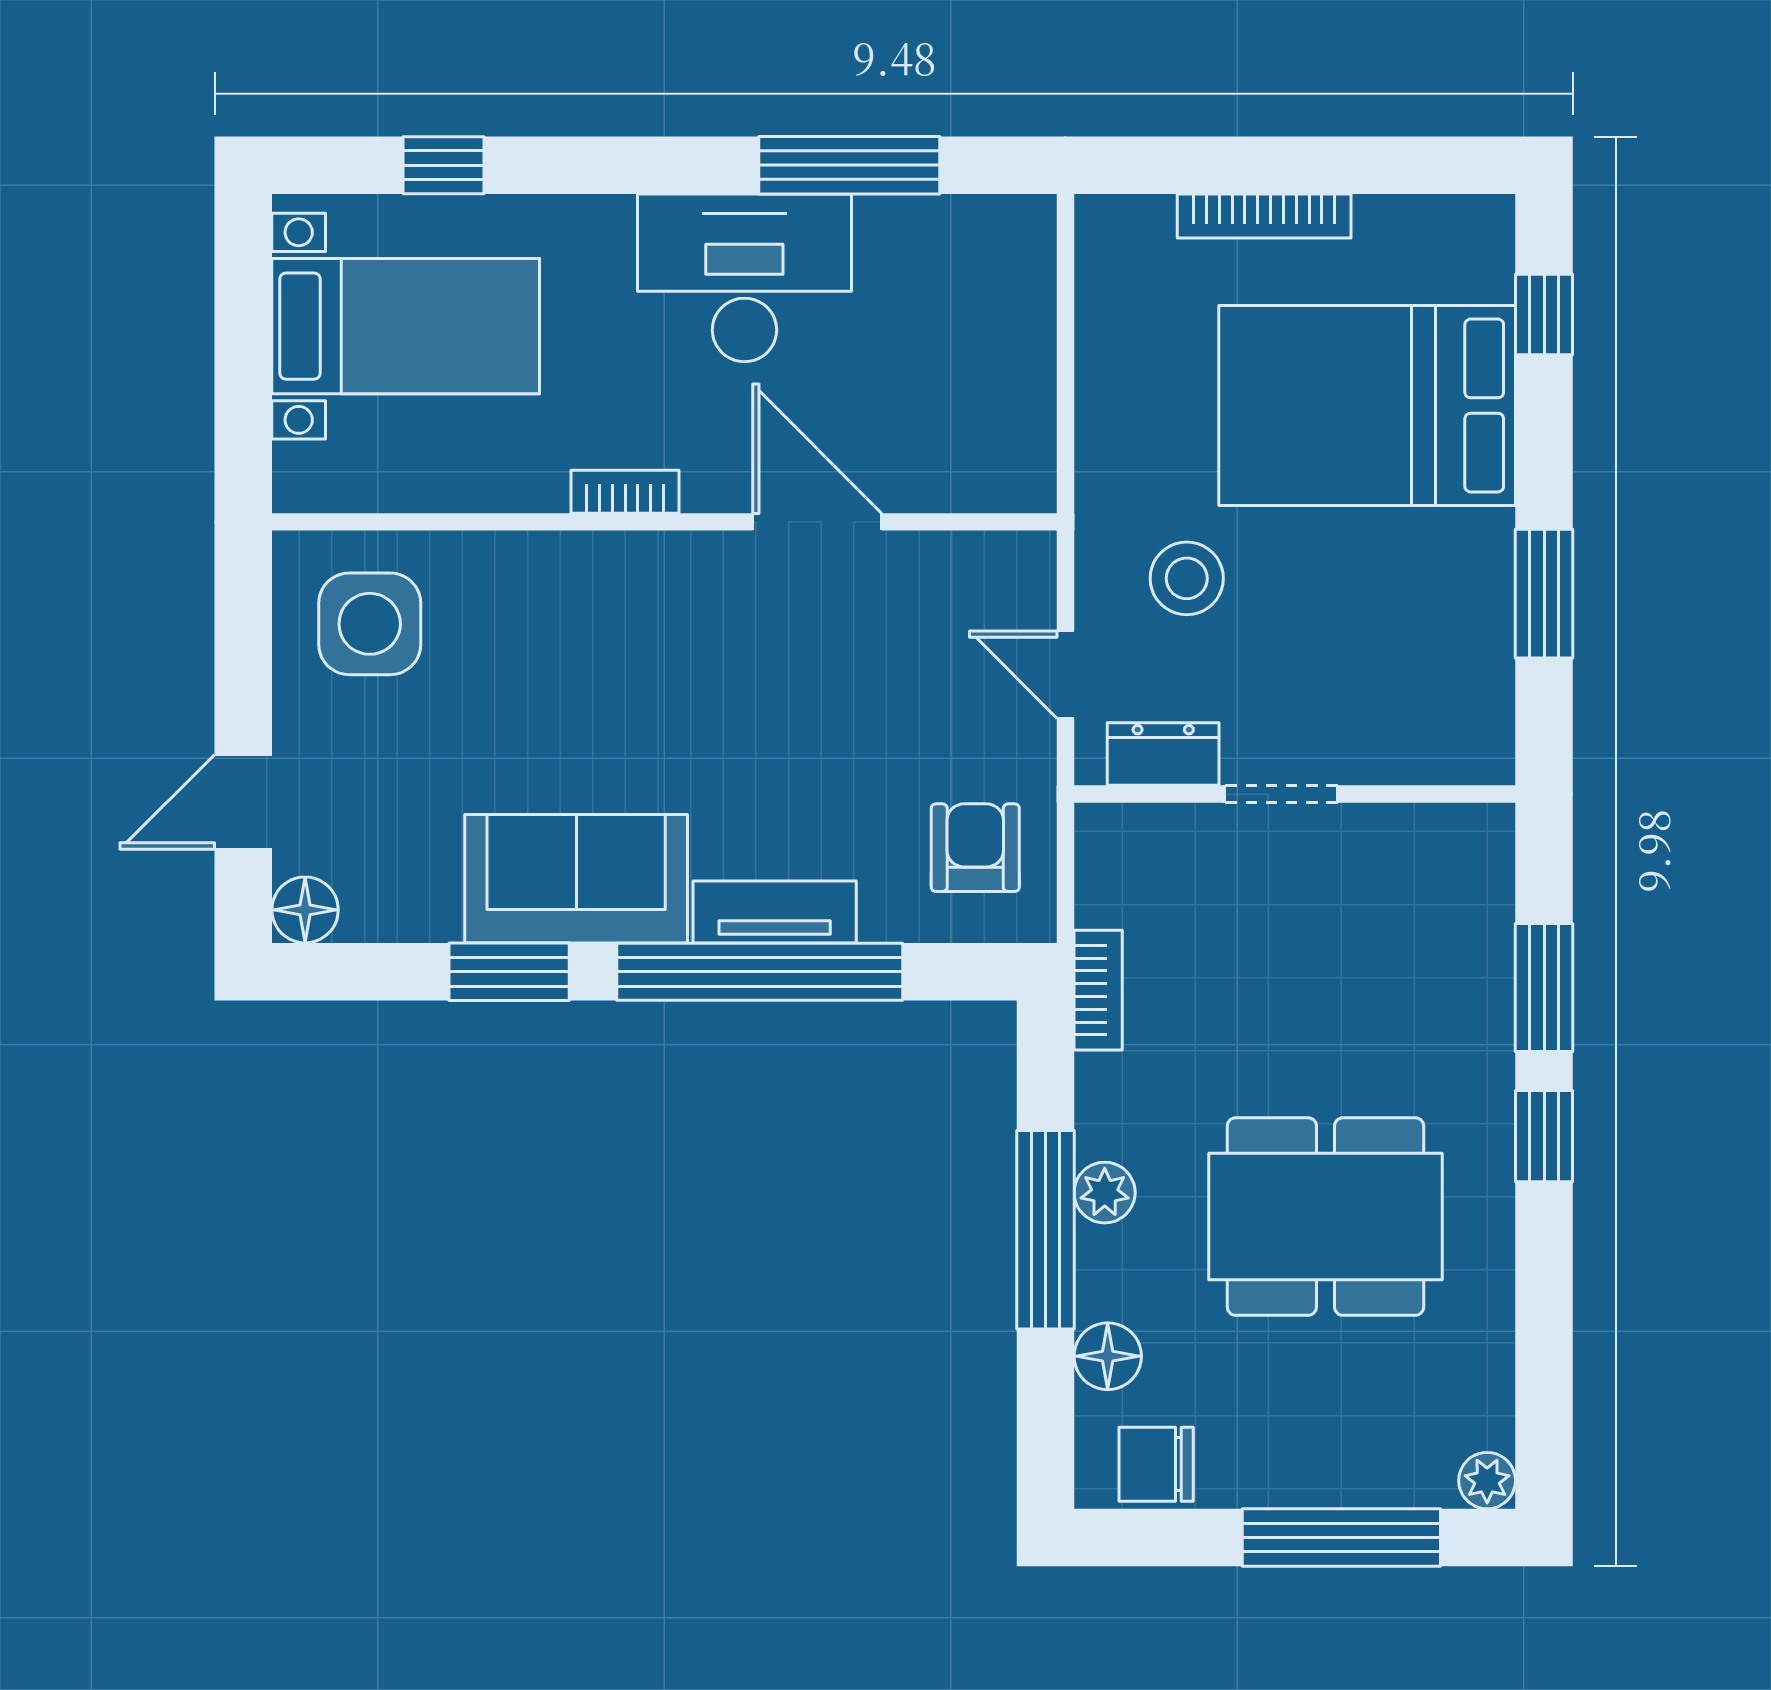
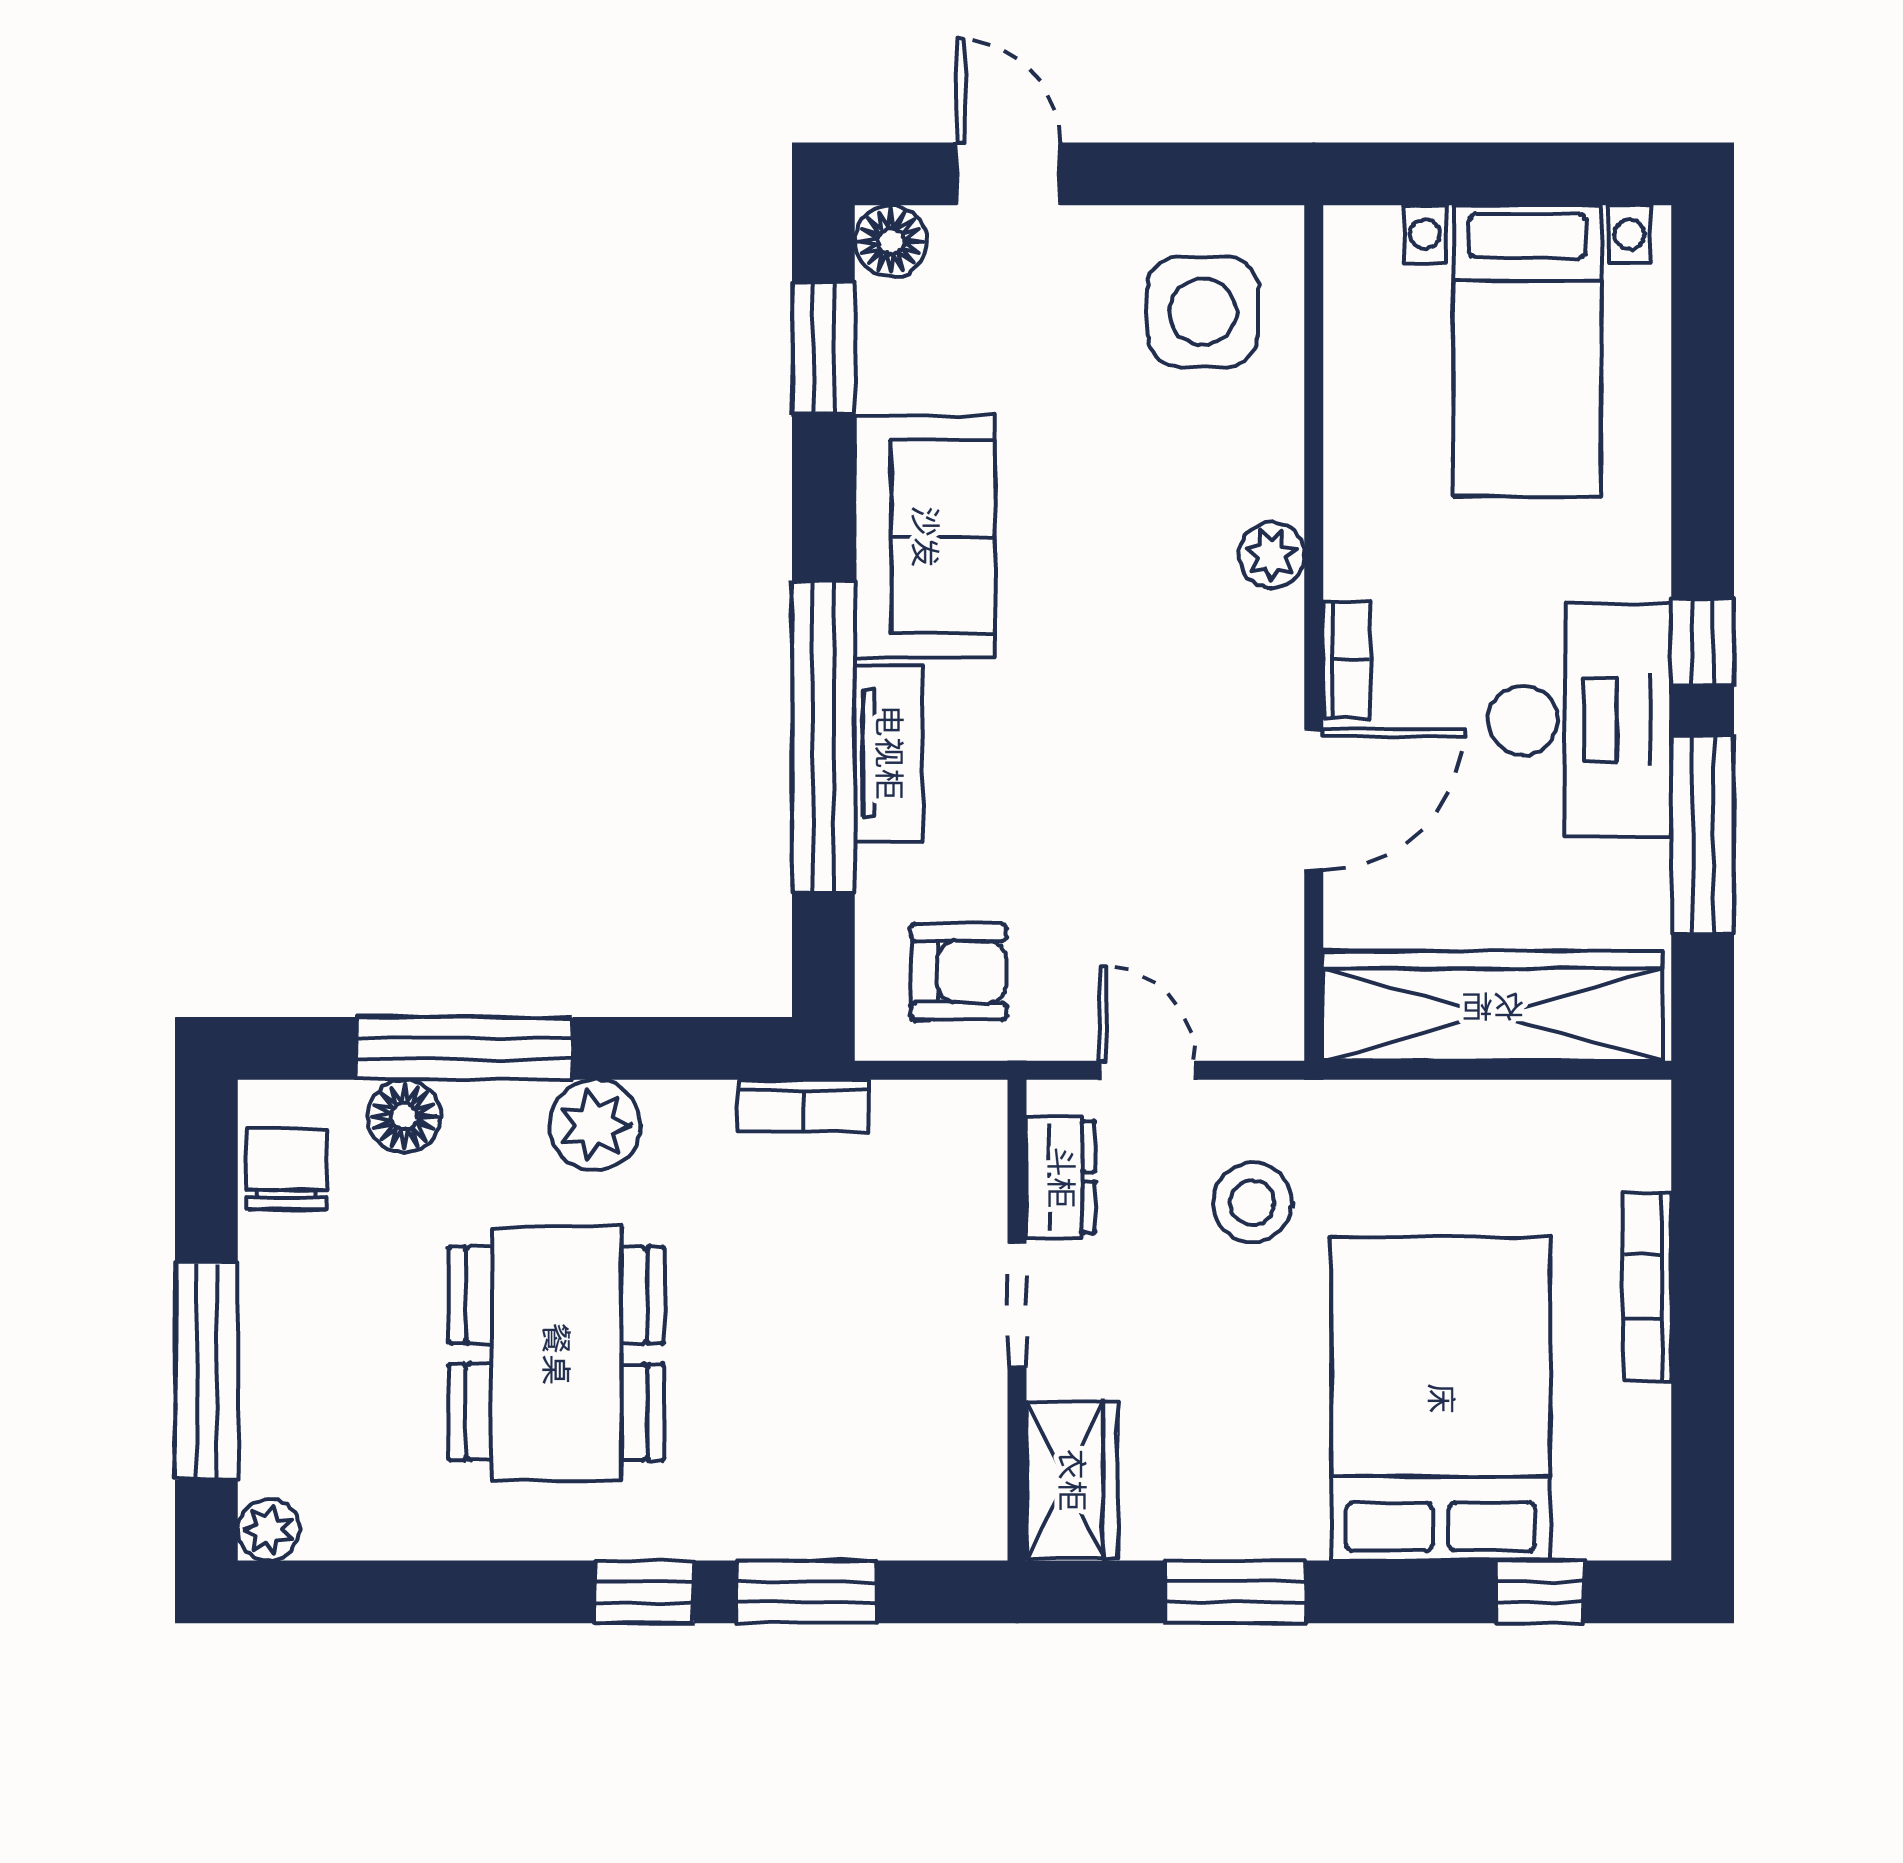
window: (444, 165) -> (1703, 642), moved
wardrobe: (1007, 358) -> (1493, 1006), added
bookcase: (625, 492) -> (1347, 659), moved
plant: (593, 561) -> (1272, 555), added
door: (1066, 675) -> (1147, 1070), hinge flipped
wardrobe: (1441, 744) -> (1072, 1480), added
window: (509, 972) -> (823, 348), moved
plant: (1105, 1193) -> (595, 1125), width x1.38, depth x1.38
window: (1045, 1230) -> (465, 1048), moved

